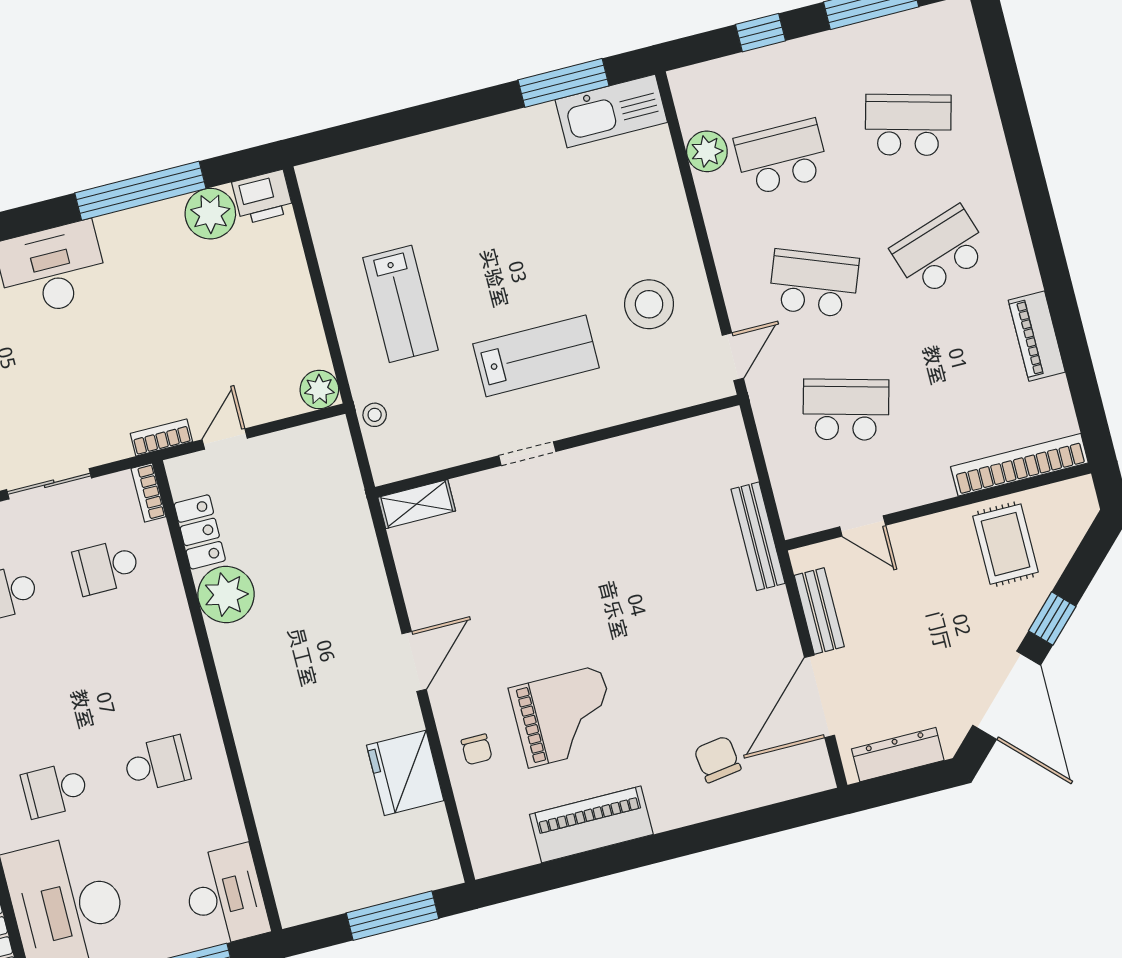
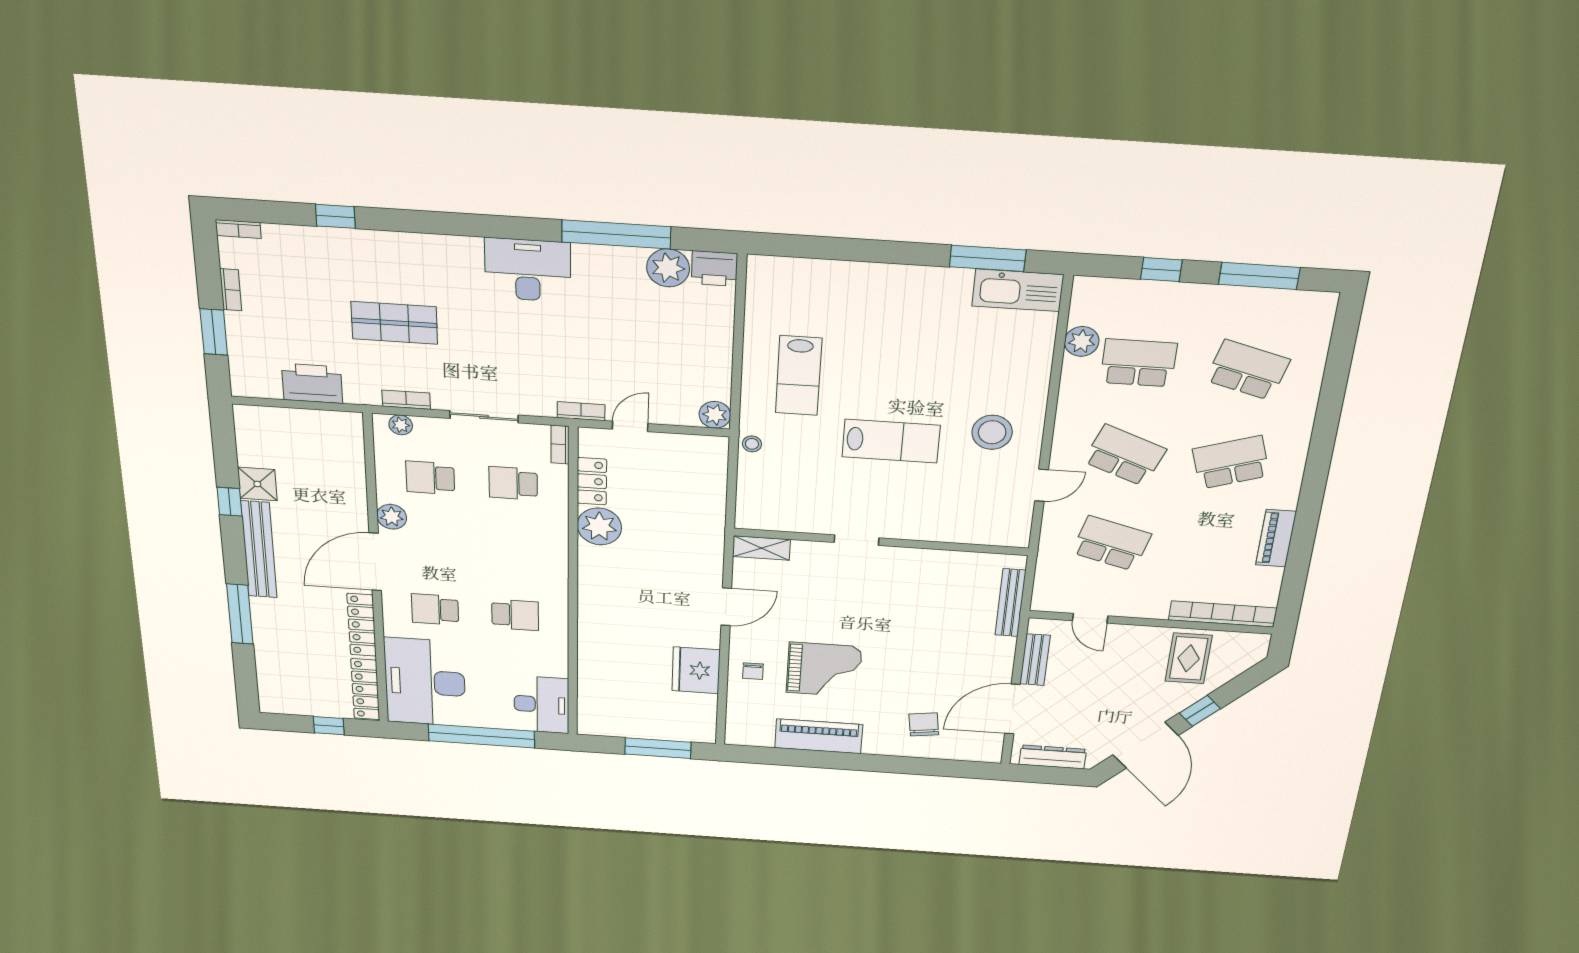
wall: (557, 446) -> (881, 542), moved
doorway: (527, 454) -> (857, 540), moved
shelving: (417, 504) -> (761, 548), moved

